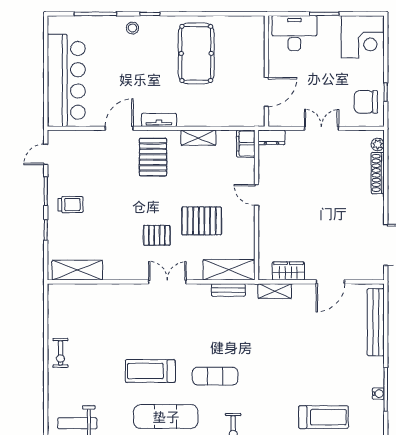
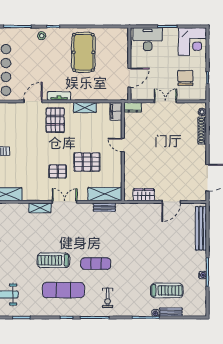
chair: (366, 102) -> (185, 78), moved, turned 90
shelving: (275, 291) -> (40, 208), moved

